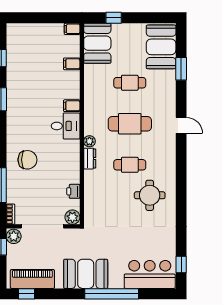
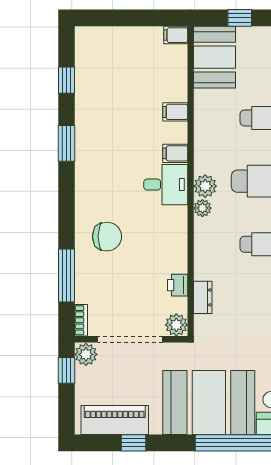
filing cabinet: (72, 64) -> (175, 112), moved
plant: (91, 127) -> (205, 186), added
dresser: (90, 159) -> (203, 297), moved
booth: (86, 274) -> (209, 403), width x1.36, depth x1.42
window: (27, 294) -> (134, 443), moved

